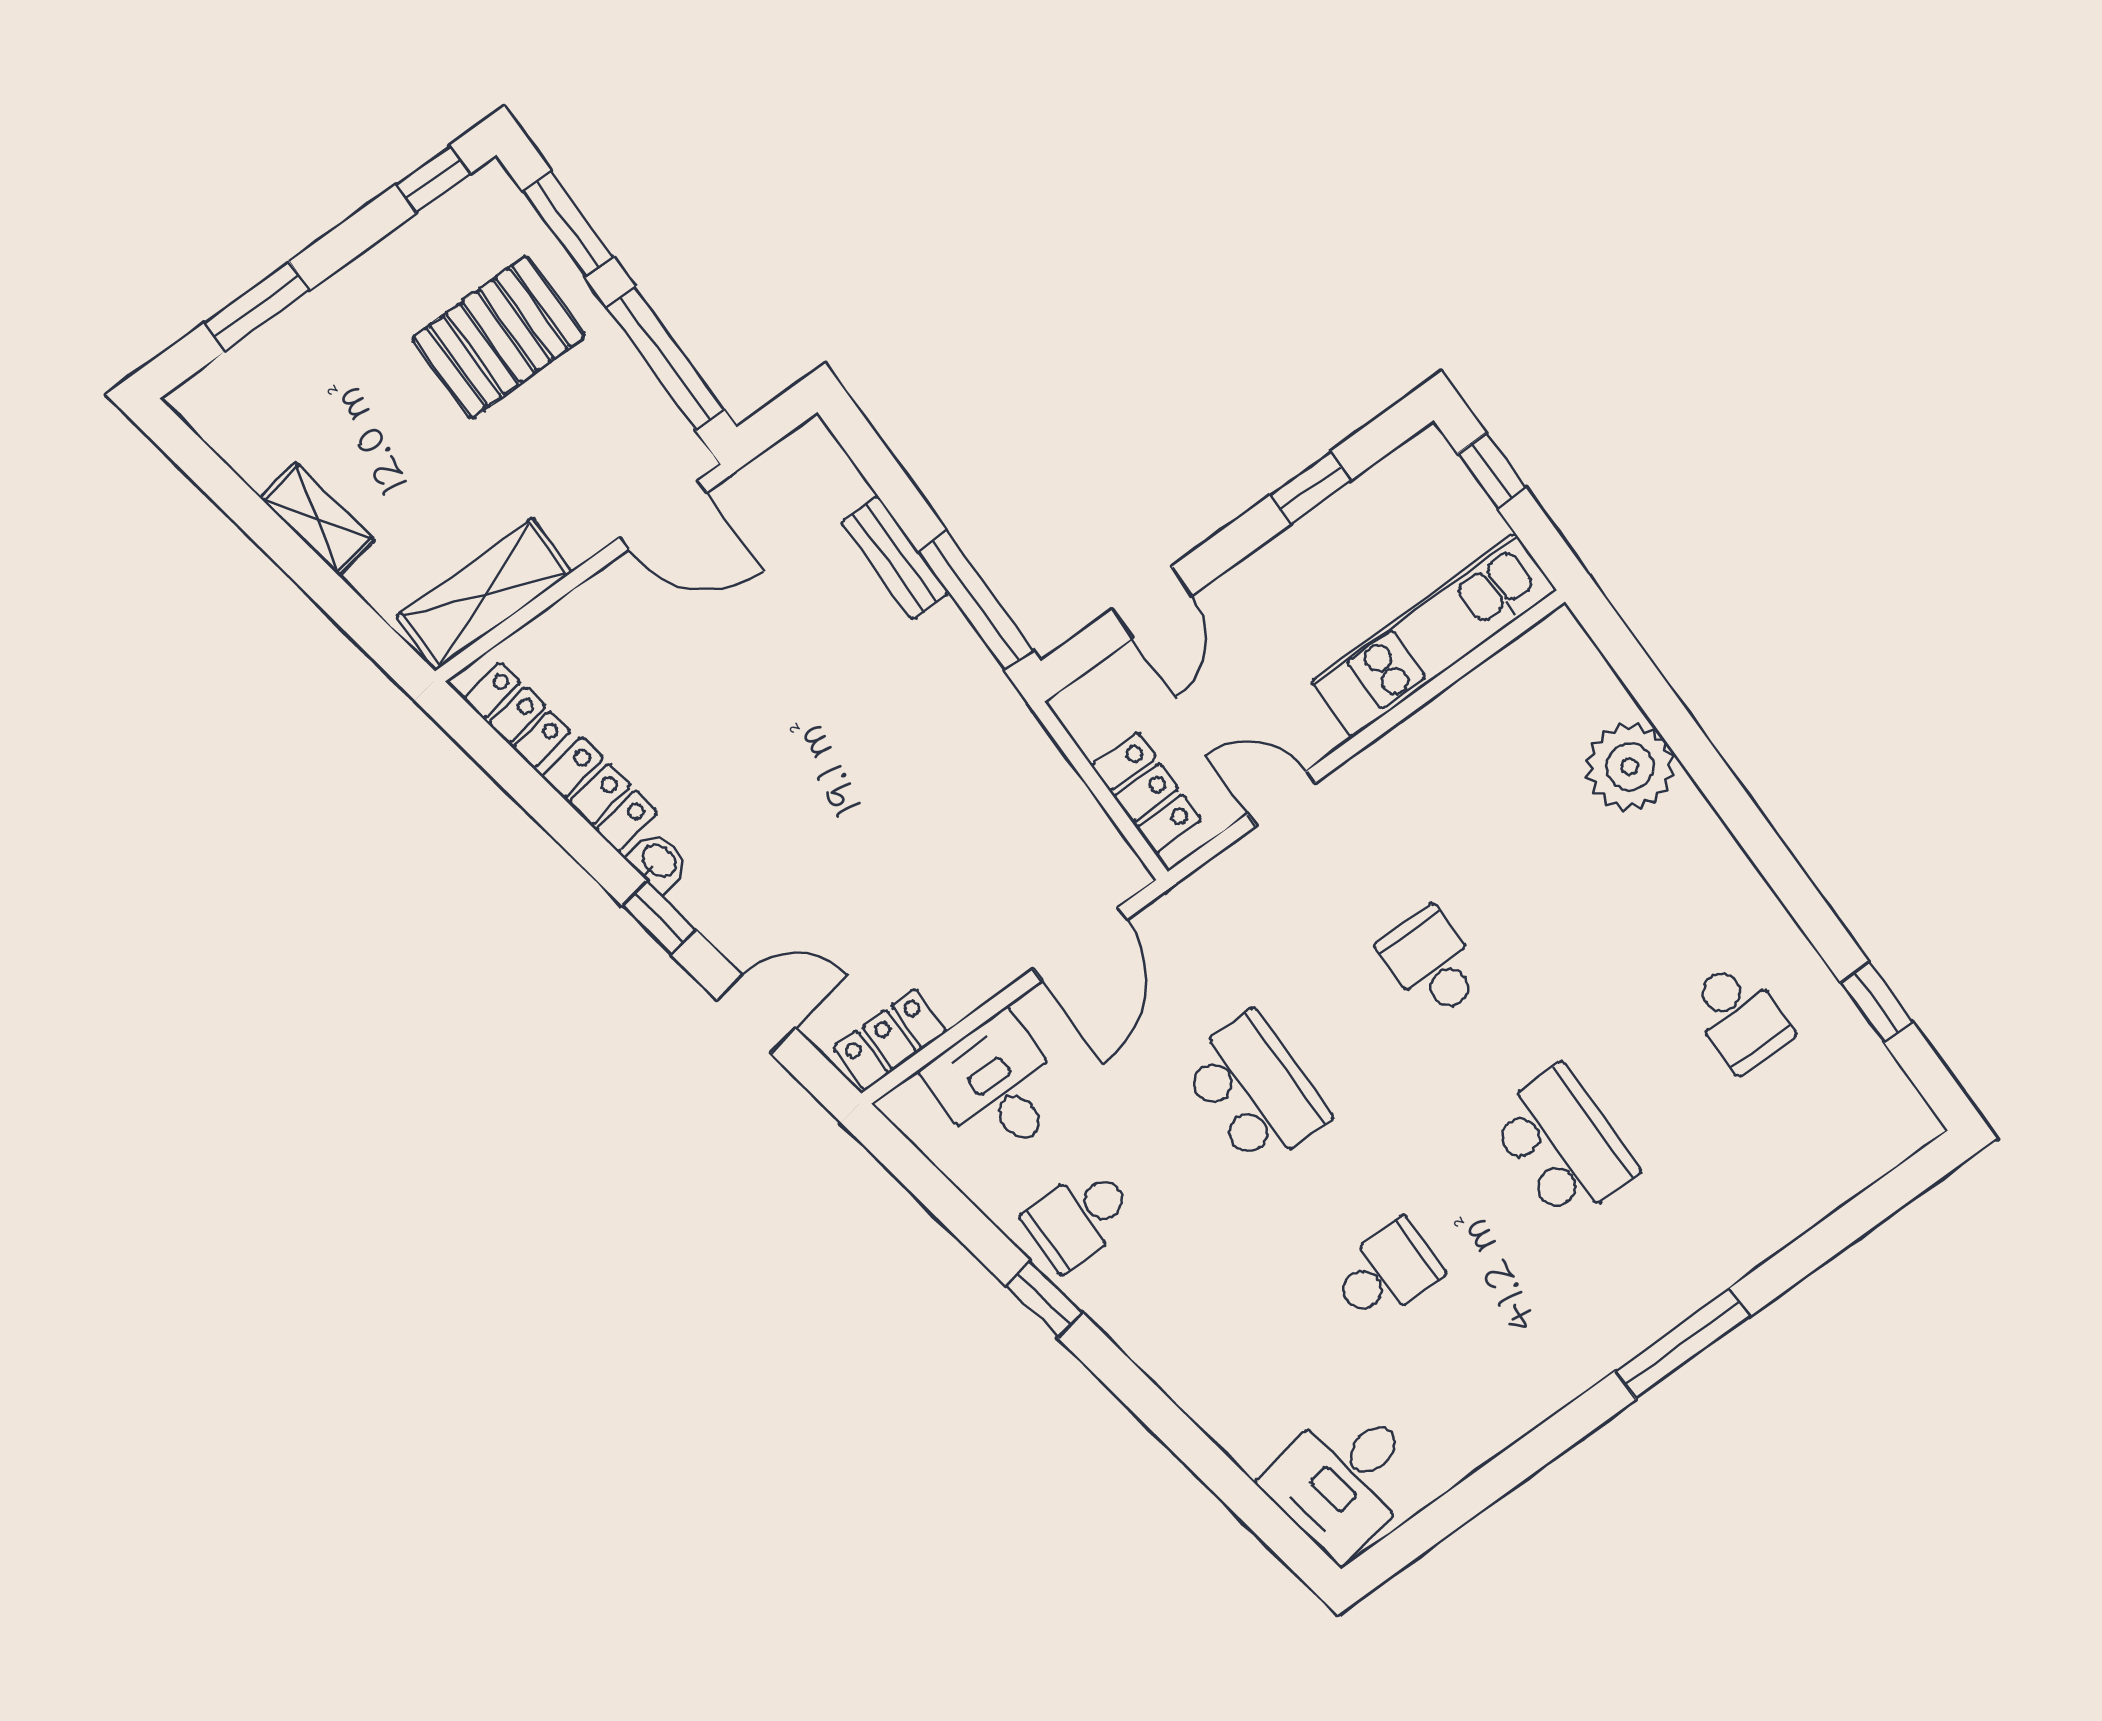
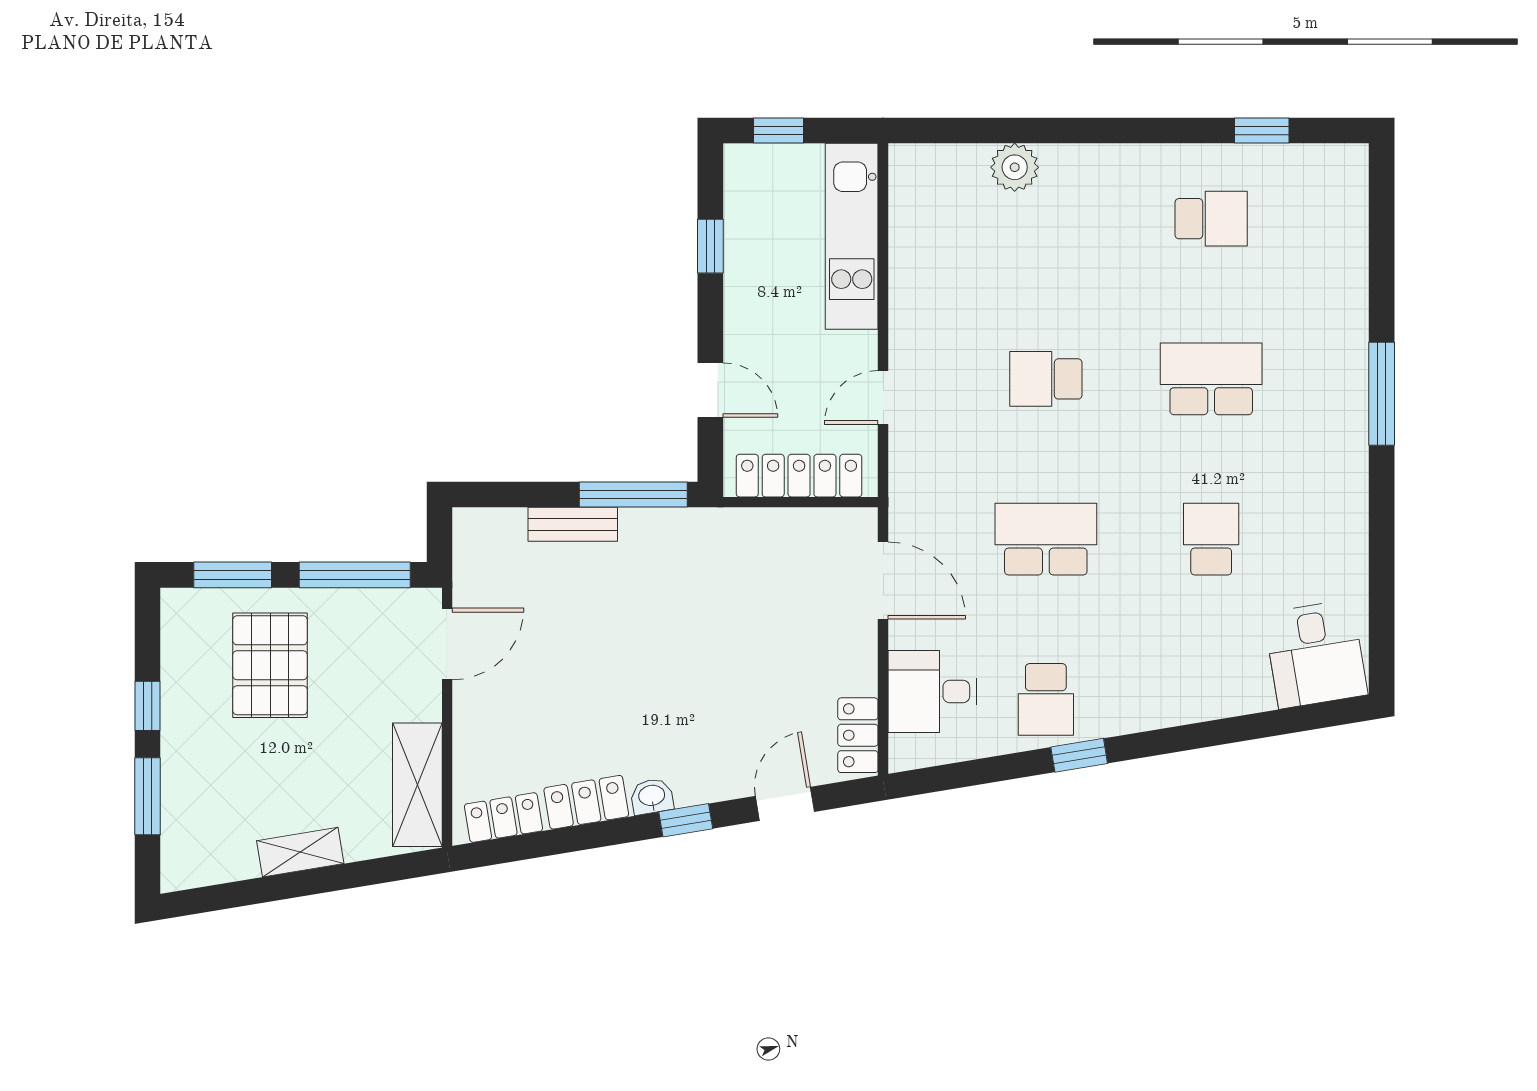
window: (433, 179) -> (148, 706), moved
plant: (1630, 767) -> (1015, 167), width x0.73, depth x0.73
locker: (1146, 793) -> (799, 476), width x1.53

